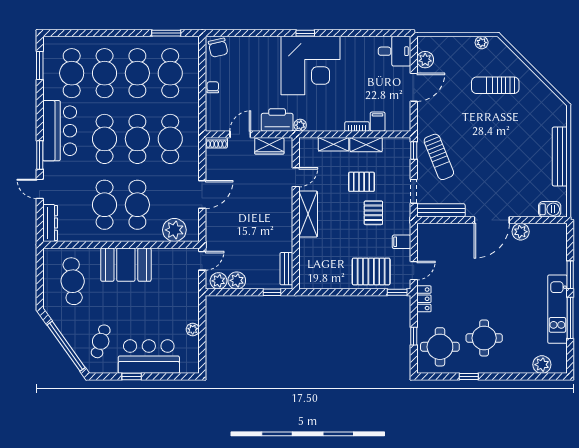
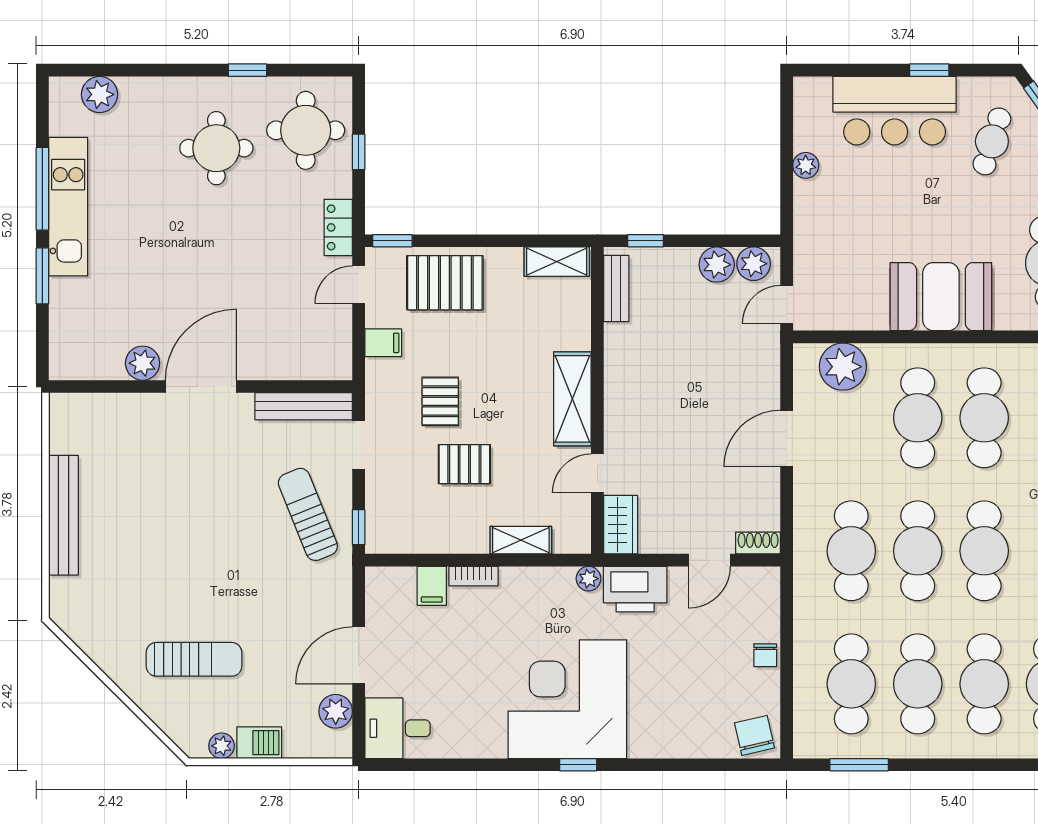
shelving: (366, 145) -> (557, 262), moved
wardrobe: (269, 146) -> (621, 525), moved, turned 90
barbecue: (550, 209) -> (259, 743), moved, turned 180

